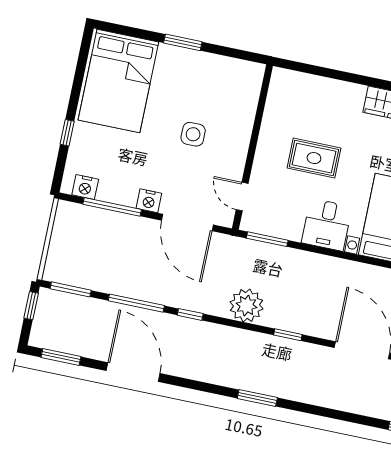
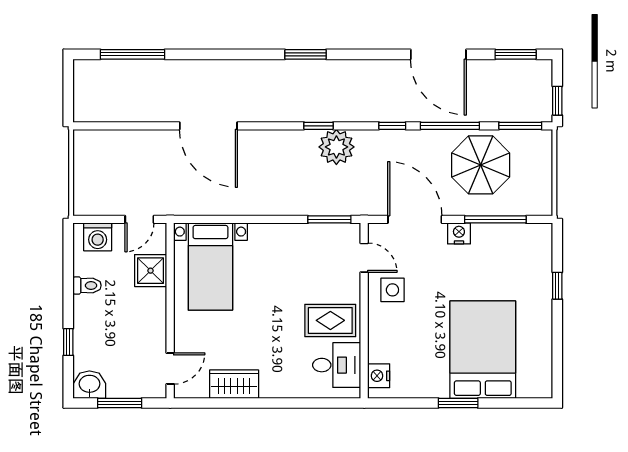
bed: (118, 81) -> (483, 350), moved
side table: (193, 134) -> (392, 290), moved
rug: (314, 158) -> (330, 320), moved
nightstand: (85, 187) -> (379, 376), moved, turned -90
desk: (327, 225) -> (337, 365), moved, turned 90
parasol: (115, 261) -> (481, 165), added
window: (288, 335) -> (318, 126), moved

